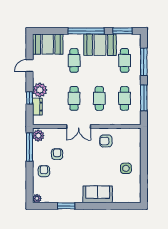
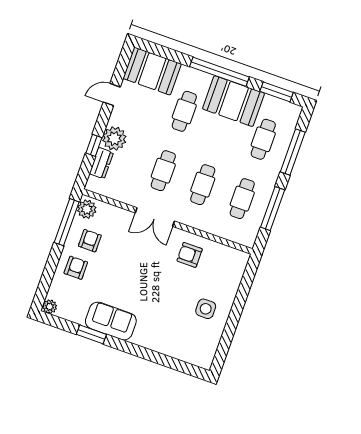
armchair: (57, 154) -> (90, 241), moved
sofa: (98, 194) -> (111, 321), moved

